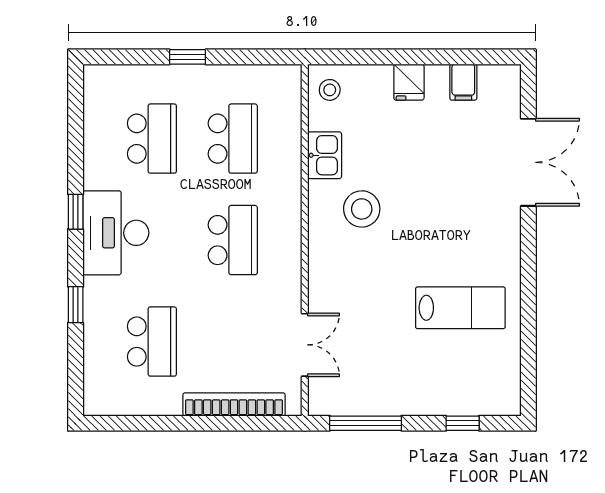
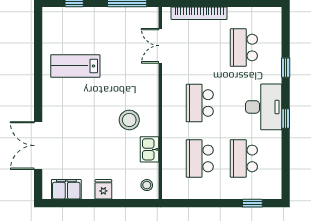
window: (188, 57) -> (252, 203), moved
filing cabinet: (463, 82) -> (66, 189), width x2.00

